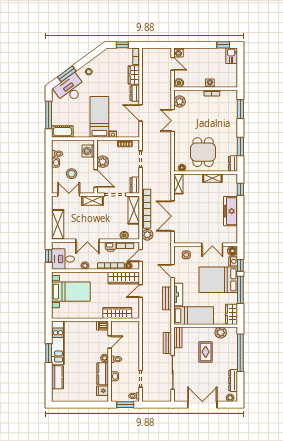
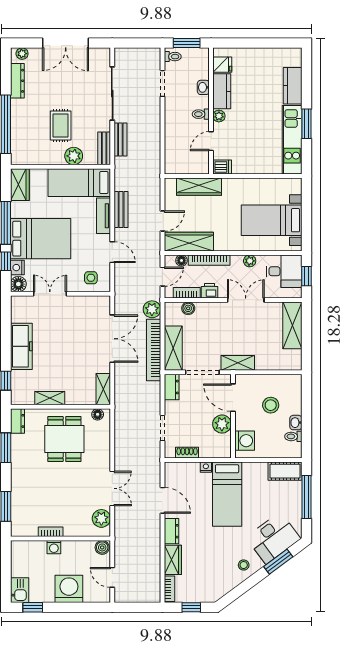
washing machine: (178, 52) -> (69, 589), moved, width x1.89, depth x1.89
double door: (69, 195) -> (275, 372), removed
plant: (221, 333) -> (74, 156), moved

